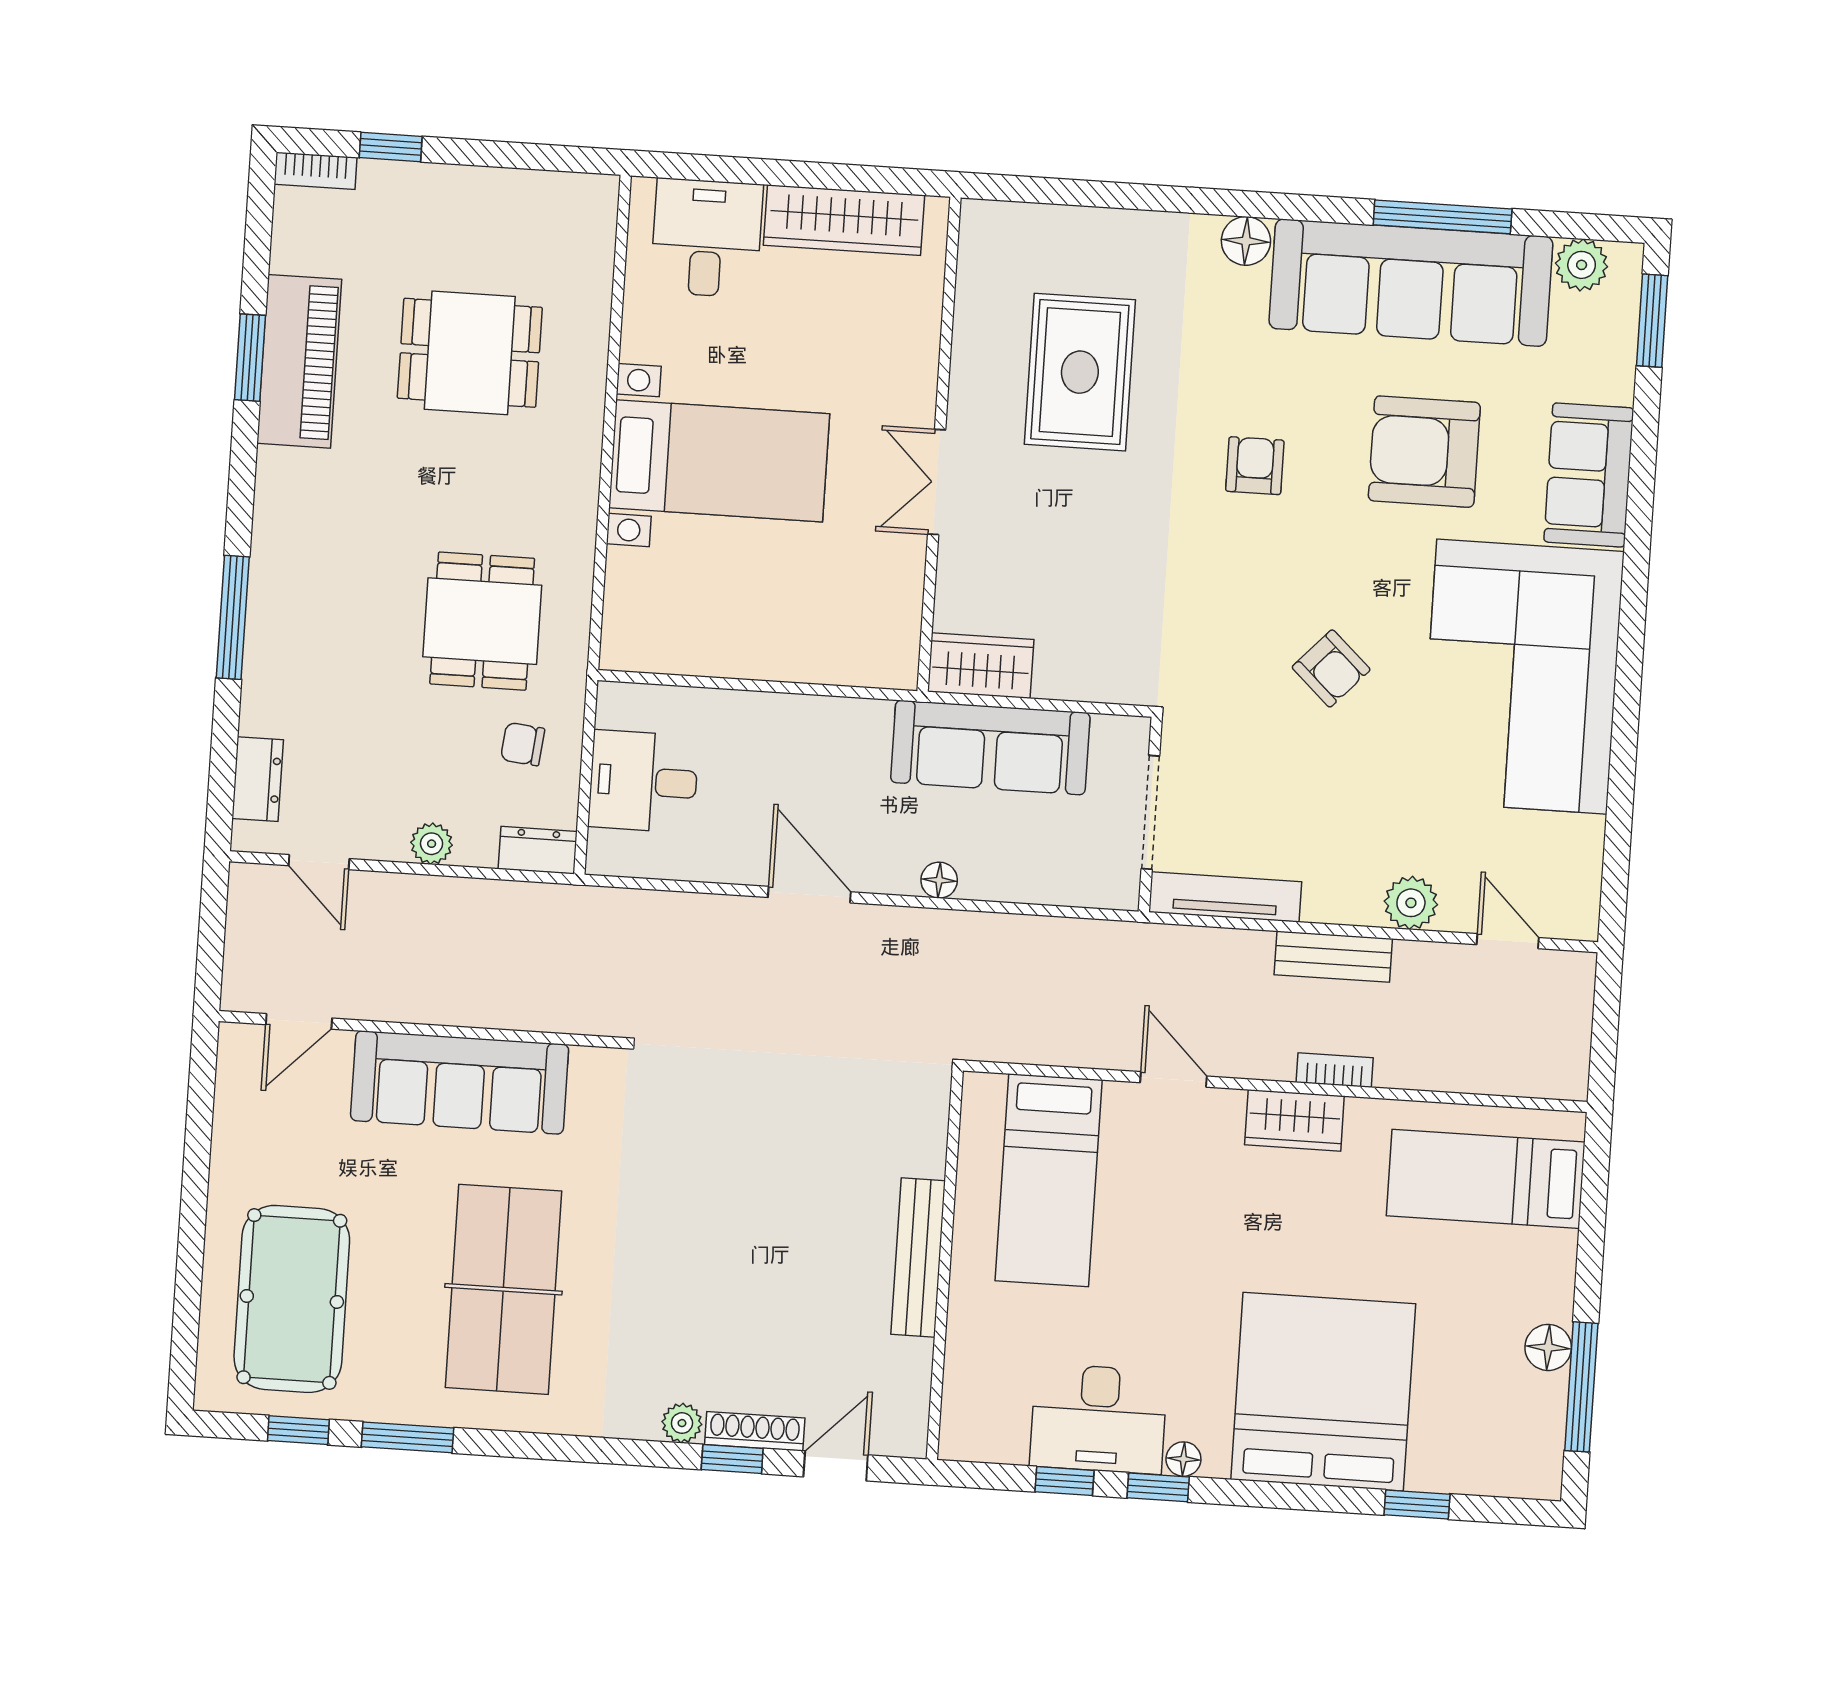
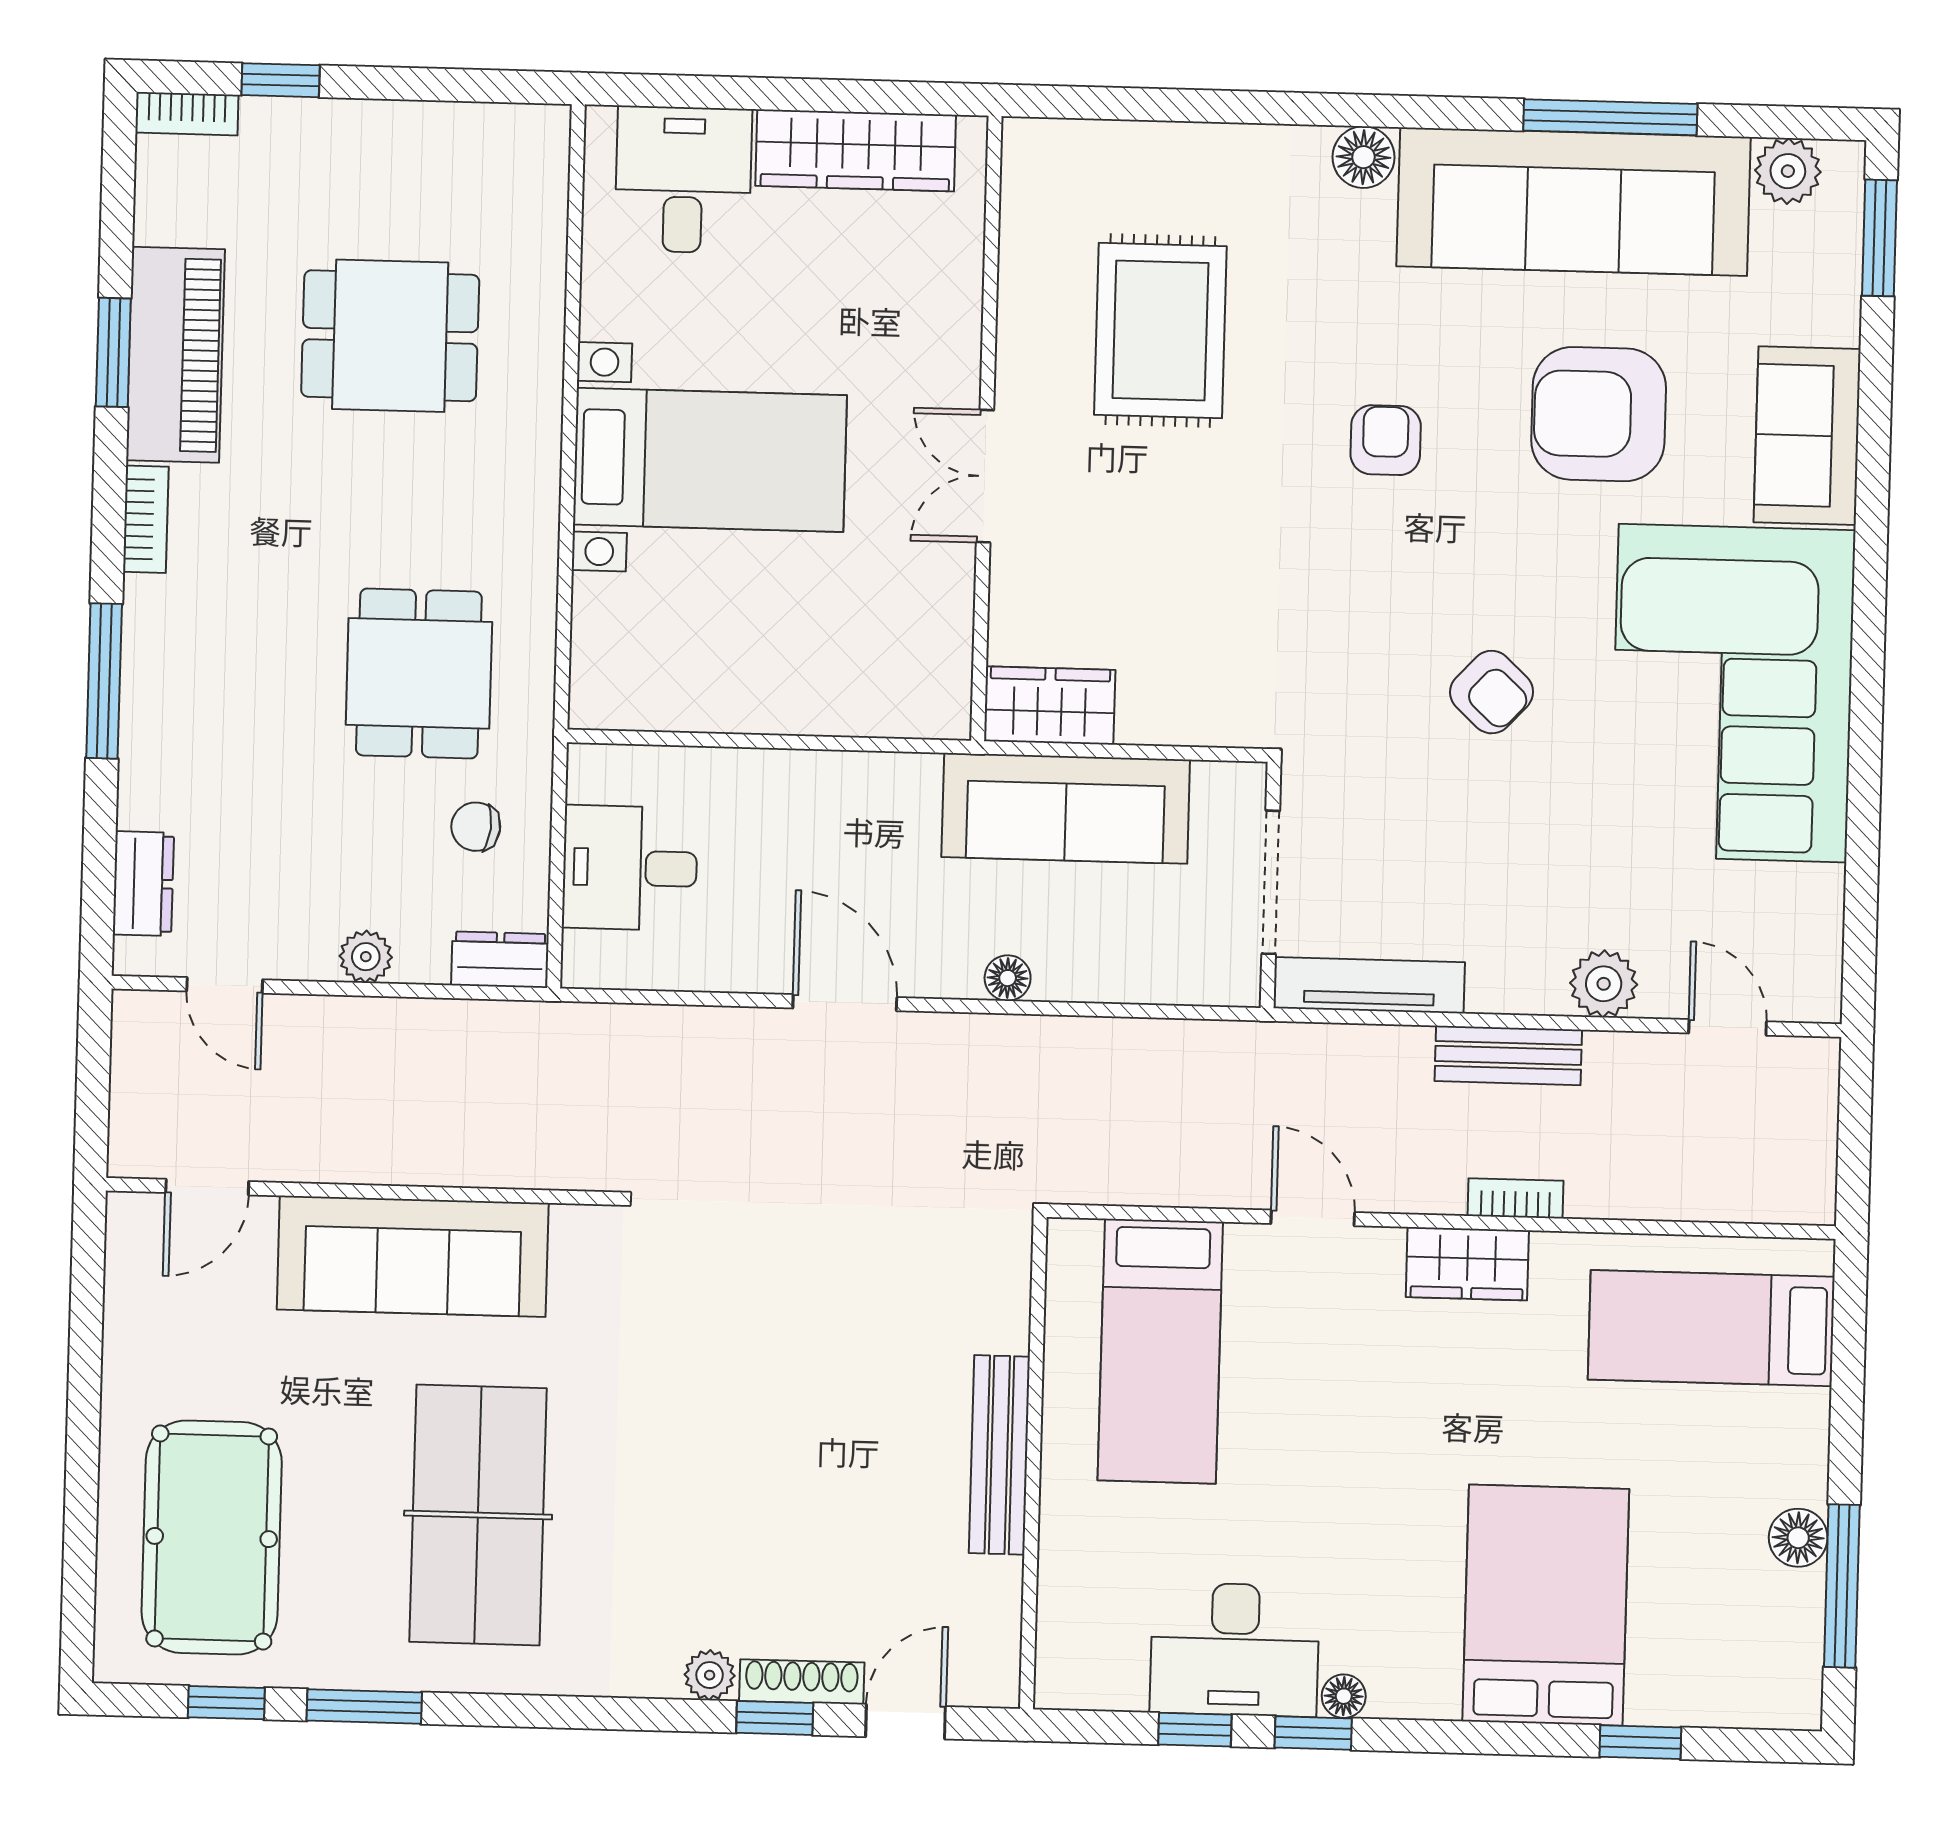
bookcase: (271, 491) -> (146, 519), added
bed: (1323, 1392) -> (1546, 1605), width x0.73

